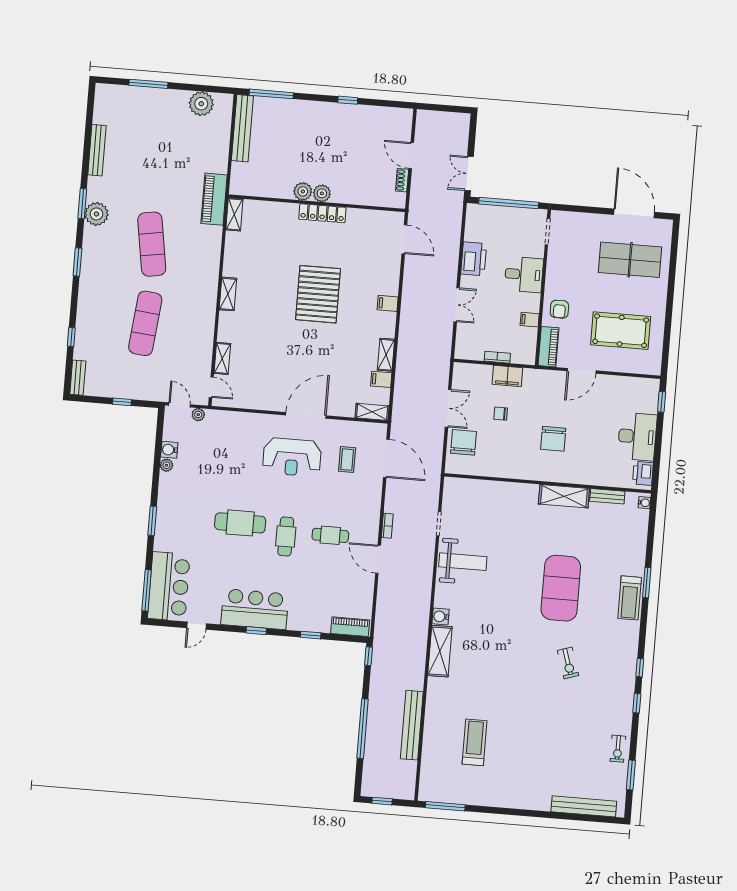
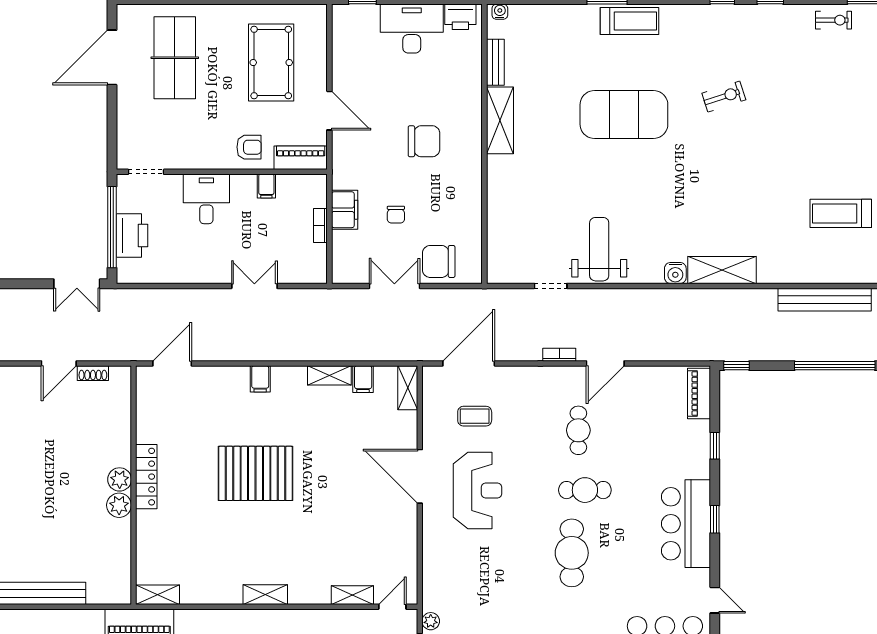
printer: (474, 259) -> (132, 235), moved, turned 90

